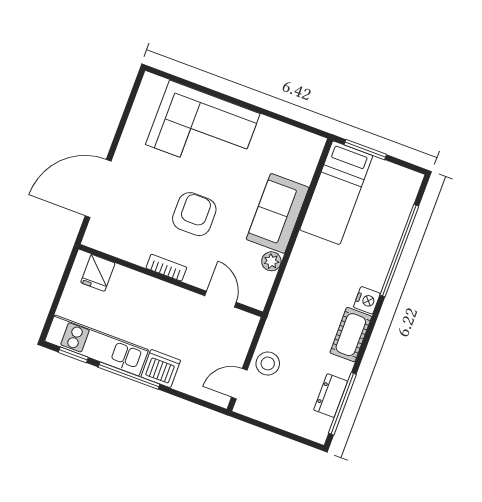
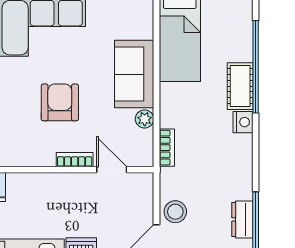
bookcase: (166, 268) -> (75, 160), moved
bookcase: (283, 297) -> (167, 148), added
cot: (351, 335) -> (240, 86), moved

